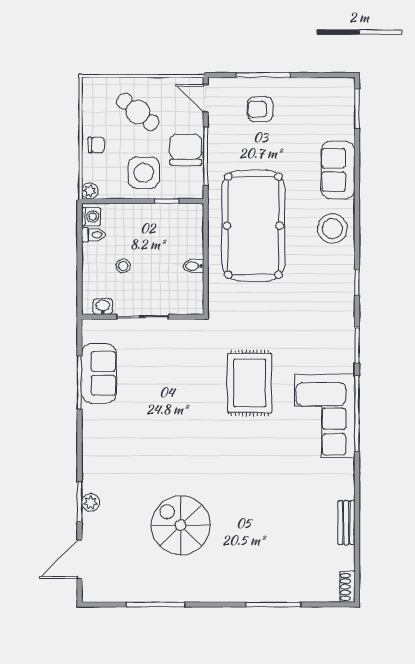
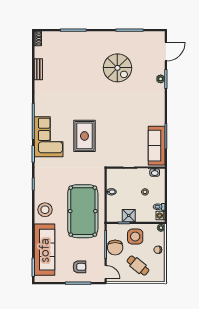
sofa: (338, 170) -> (44, 250), width x1.85, depth x1.27
shower: (157, 216) -> (129, 216), added
sofa: (99, 373) -> (157, 146), width x1.36
corner sofa: (325, 416) -> (49, 137), moved

